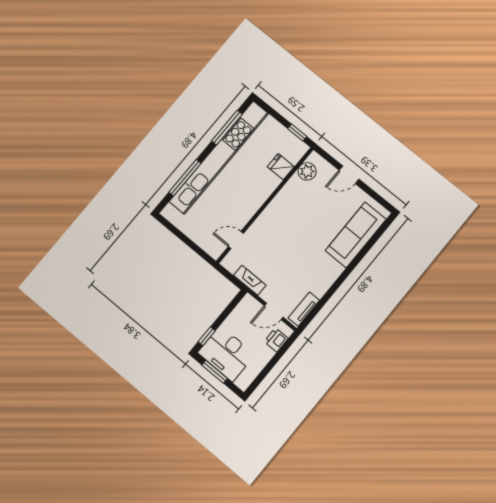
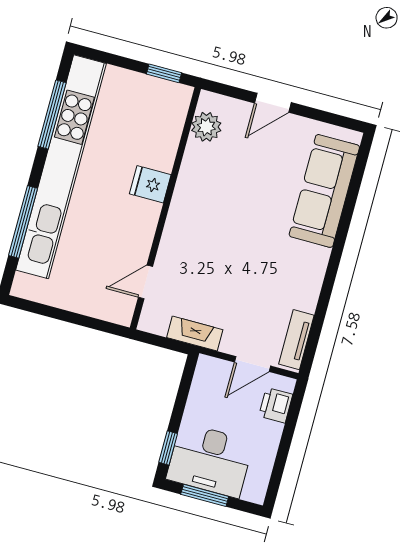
fridge: (281, 167) -> (150, 184), moved

